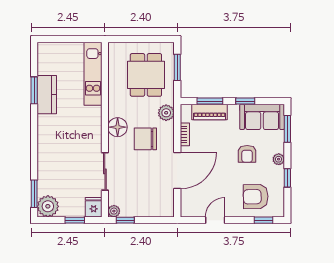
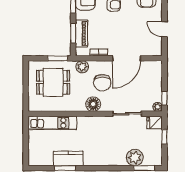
window: (177, 67) -> (58, 58), moved
door: (177, 171) -> (126, 58), swing flipped
plant: (48, 206) -> (135, 158), moved

